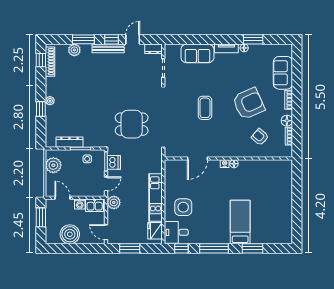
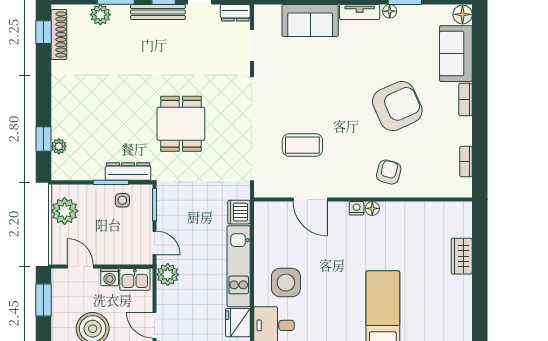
plant: (50, 101) -> (59, 146), moved
coffee table: (205, 108) -> (302, 145), moved, turned 90
window: (41, 109) -> (43, 139), moved
floor lamp: (287, 121) -> (463, 14), moved
dining table: (132, 124) -> (181, 124), moved, turned 90
armchair: (260, 137) -> (389, 172), moved, turned 65
dresser: (69, 142) -> (128, 172), moved
door: (197, 158) -> (310, 200), hinge flipped
dishwasher: (114, 162) -> (239, 212), moved, turned 180
door: (106, 184) -> (154, 243), hinge flipped
wardrobe: (286, 192) -> (462, 256), added

